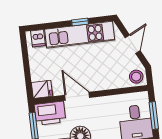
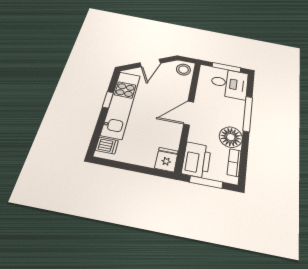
door: (133, 44) -> (150, 63), swing flipped
door: (77, 96) -> (189, 113), moved

